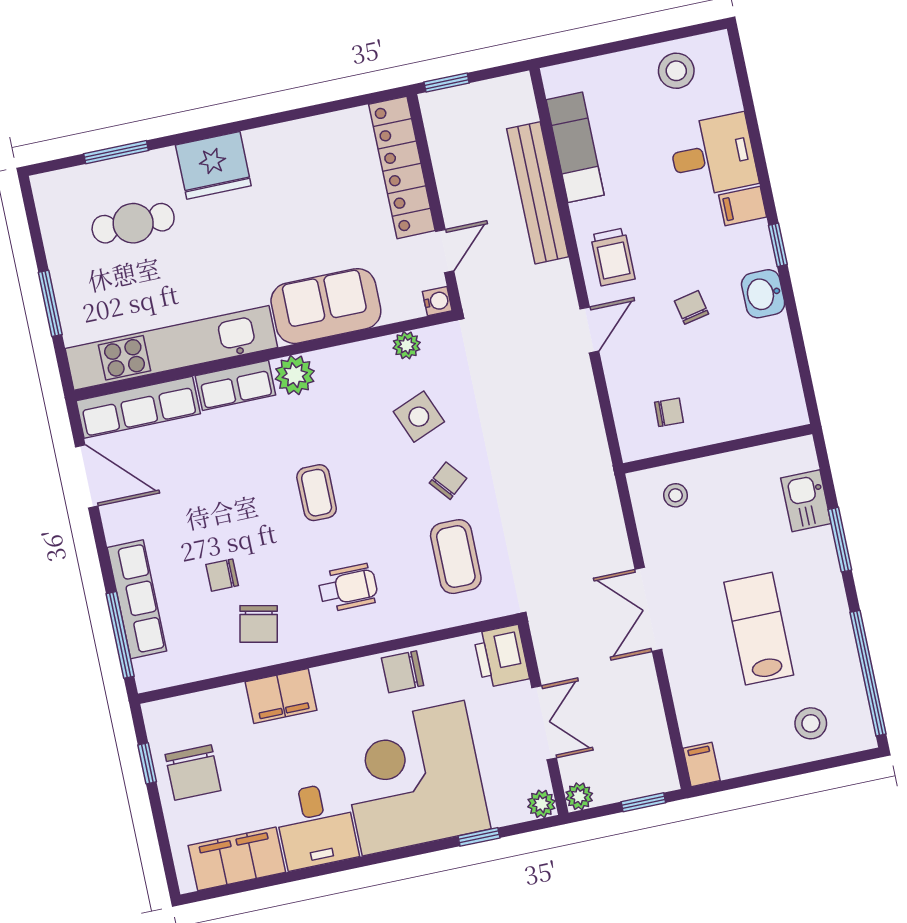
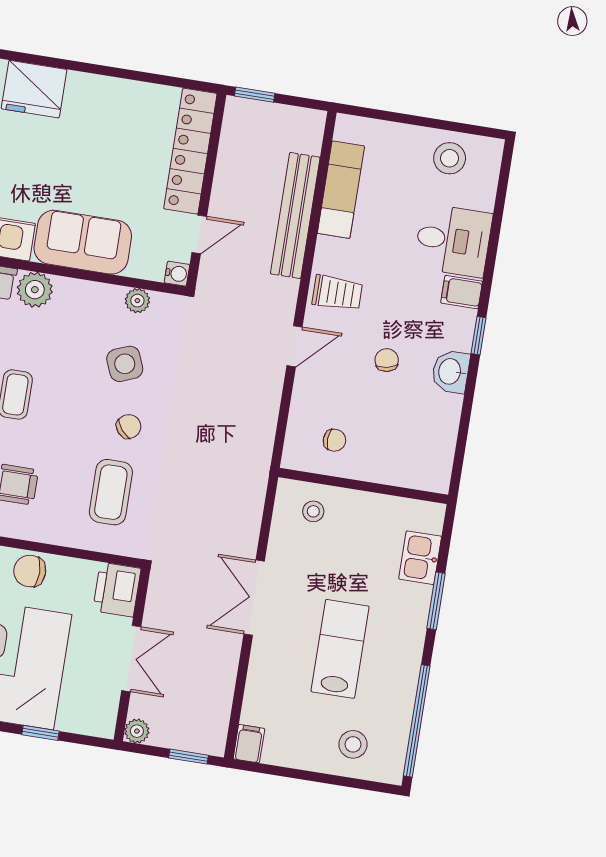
trolley: (613, 257) -> (337, 293), turned -90
plant: (541, 804) -> (103, 725), removed

